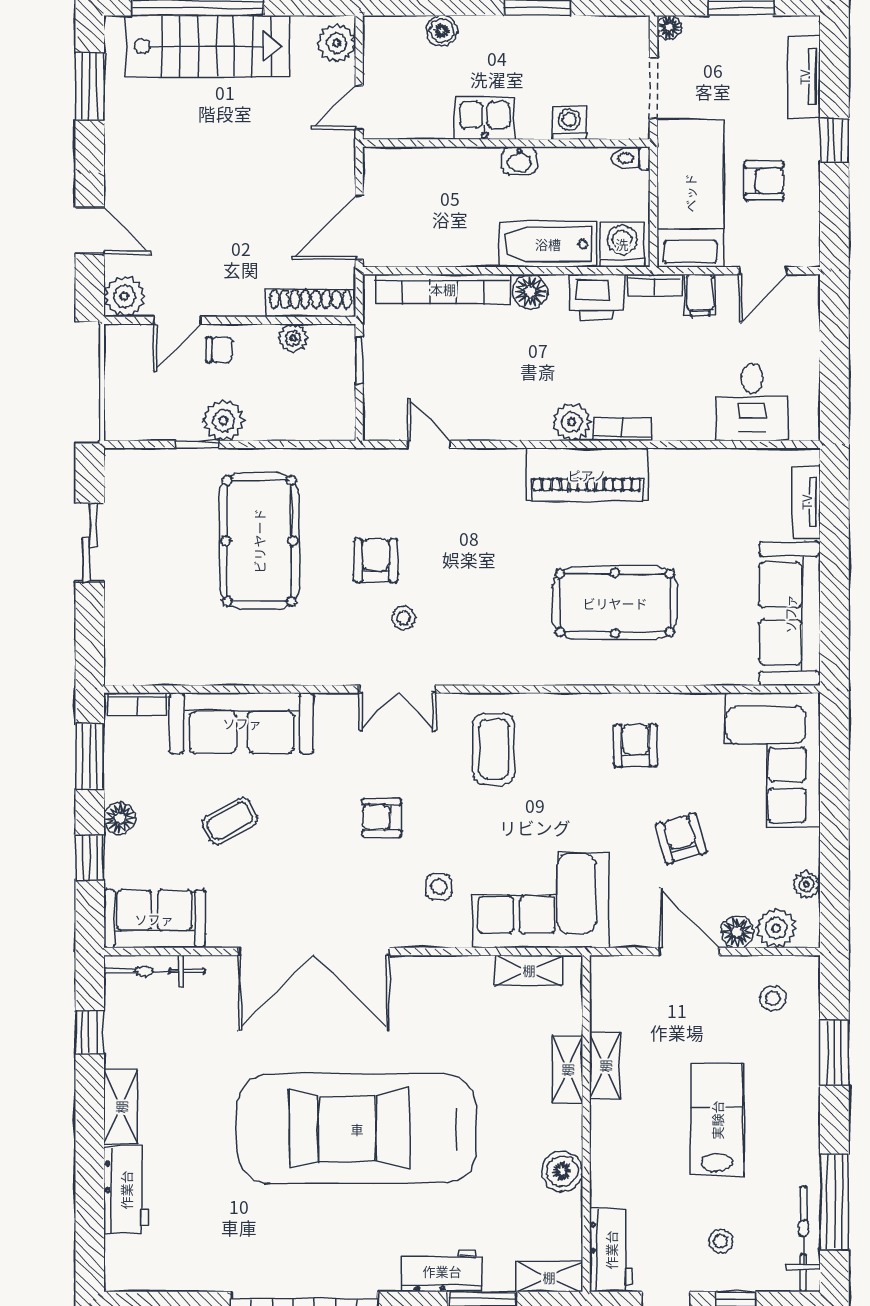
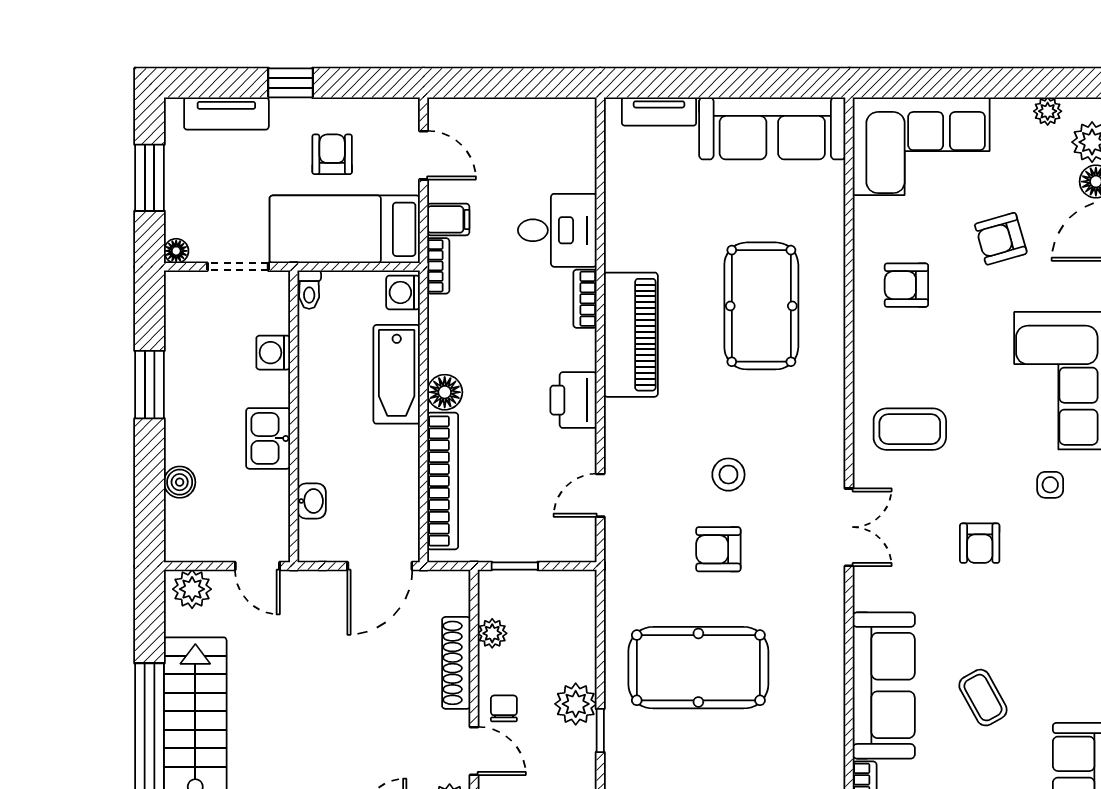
washbasin: (519, 161) -> (312, 501), moved
door: (359, 228) -> (380, 566), hinge flipped
washing machine: (622, 244) -> (403, 292), width x0.73, depth x0.73
printer: (597, 297) -> (574, 400), moved, turned 180
shoe rack: (311, 303) -> (456, 663), moved
desk: (752, 402) -> (557, 230), moved
plant: (572, 422) -> (577, 350), removed
stool: (404, 618) -> (728, 475), moved, width x1.37, depth x1.37

